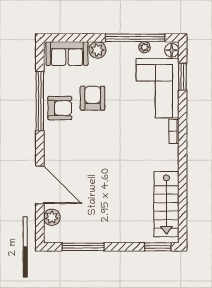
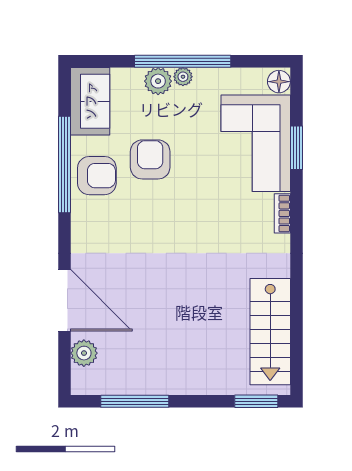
window: (135, 38) -> (183, 61), moved
plant: (144, 47) -> (183, 77), moved
sofa: (67, 54) -> (90, 101), moved, turned -90
window: (183, 77) -> (296, 148), moved

